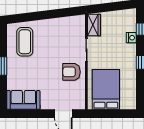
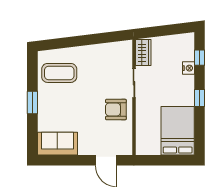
coffee table: (25, 42) -> (59, 73), turned 90
bed: (106, 89) -> (178, 131), moved

